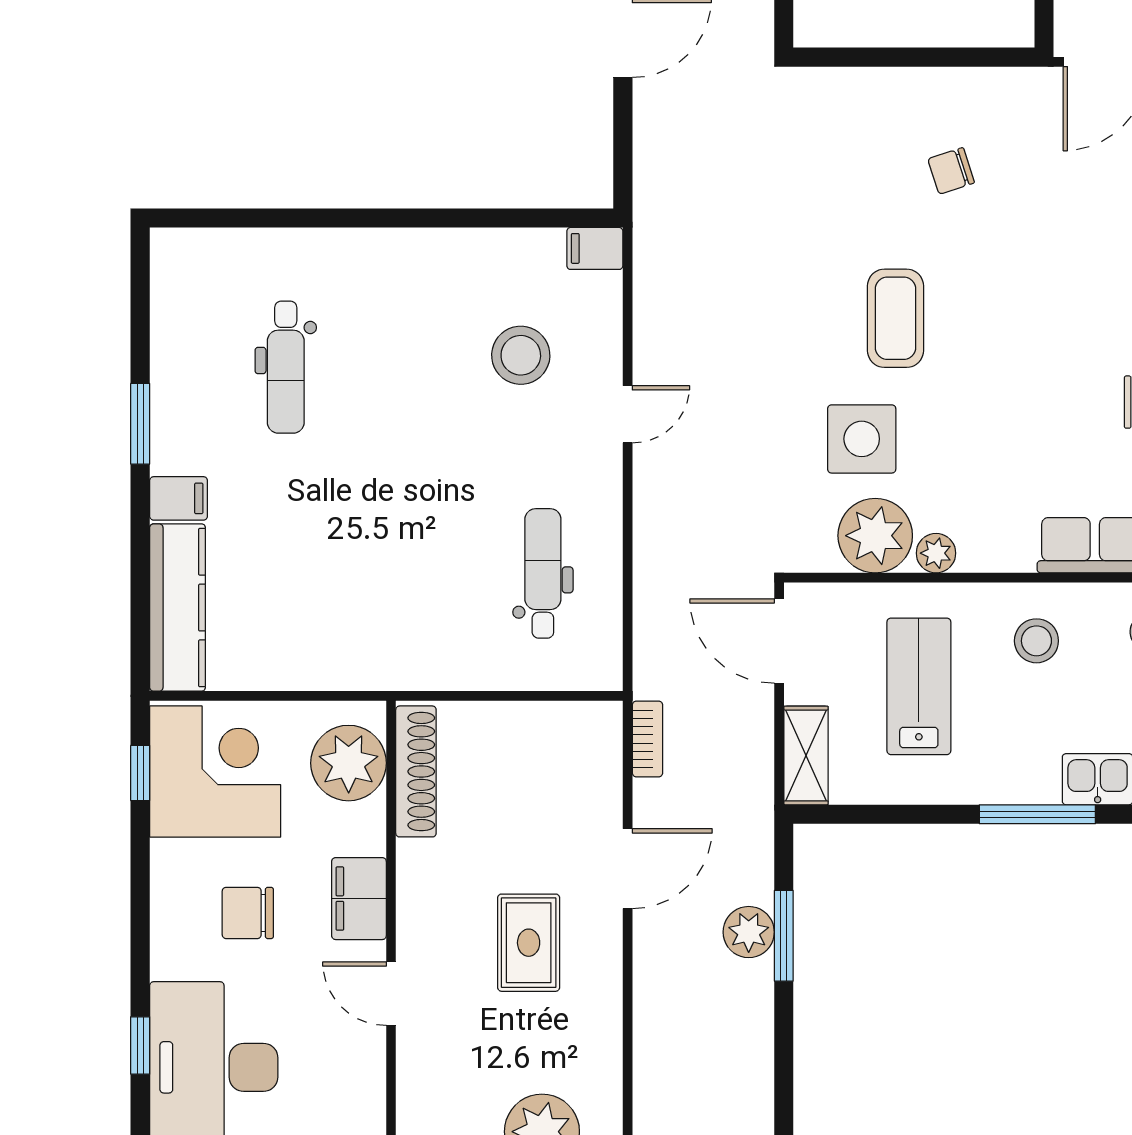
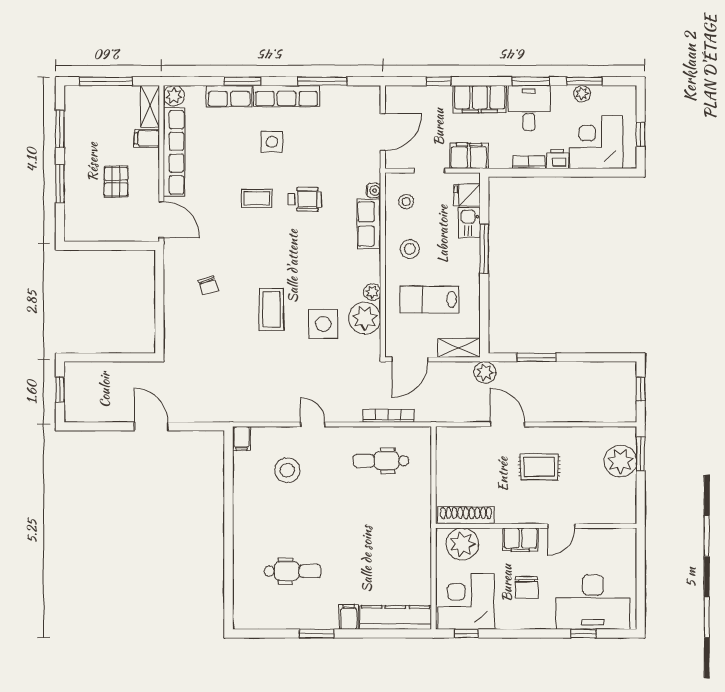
coffee table: (895, 318) -> (271, 309), turned 90
bookcase: (647, 739) -> (388, 416), moved, width x1.56
plant: (749, 932) -> (485, 372), moved

